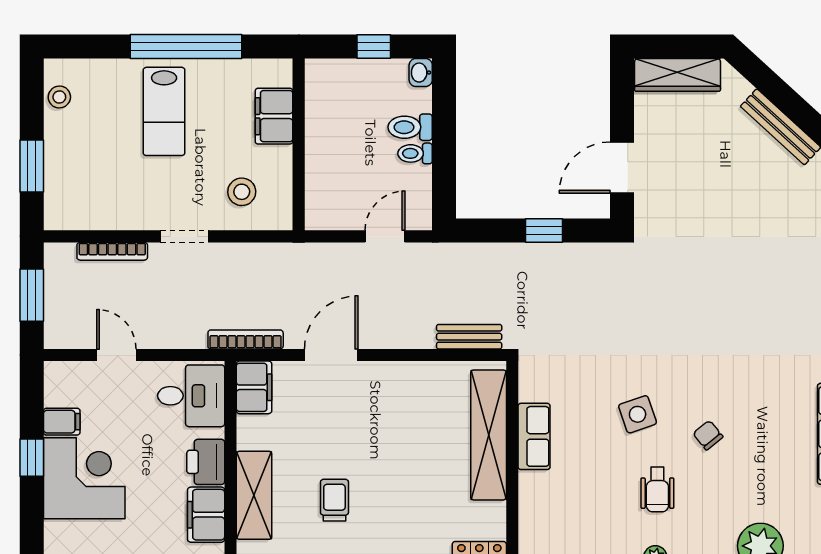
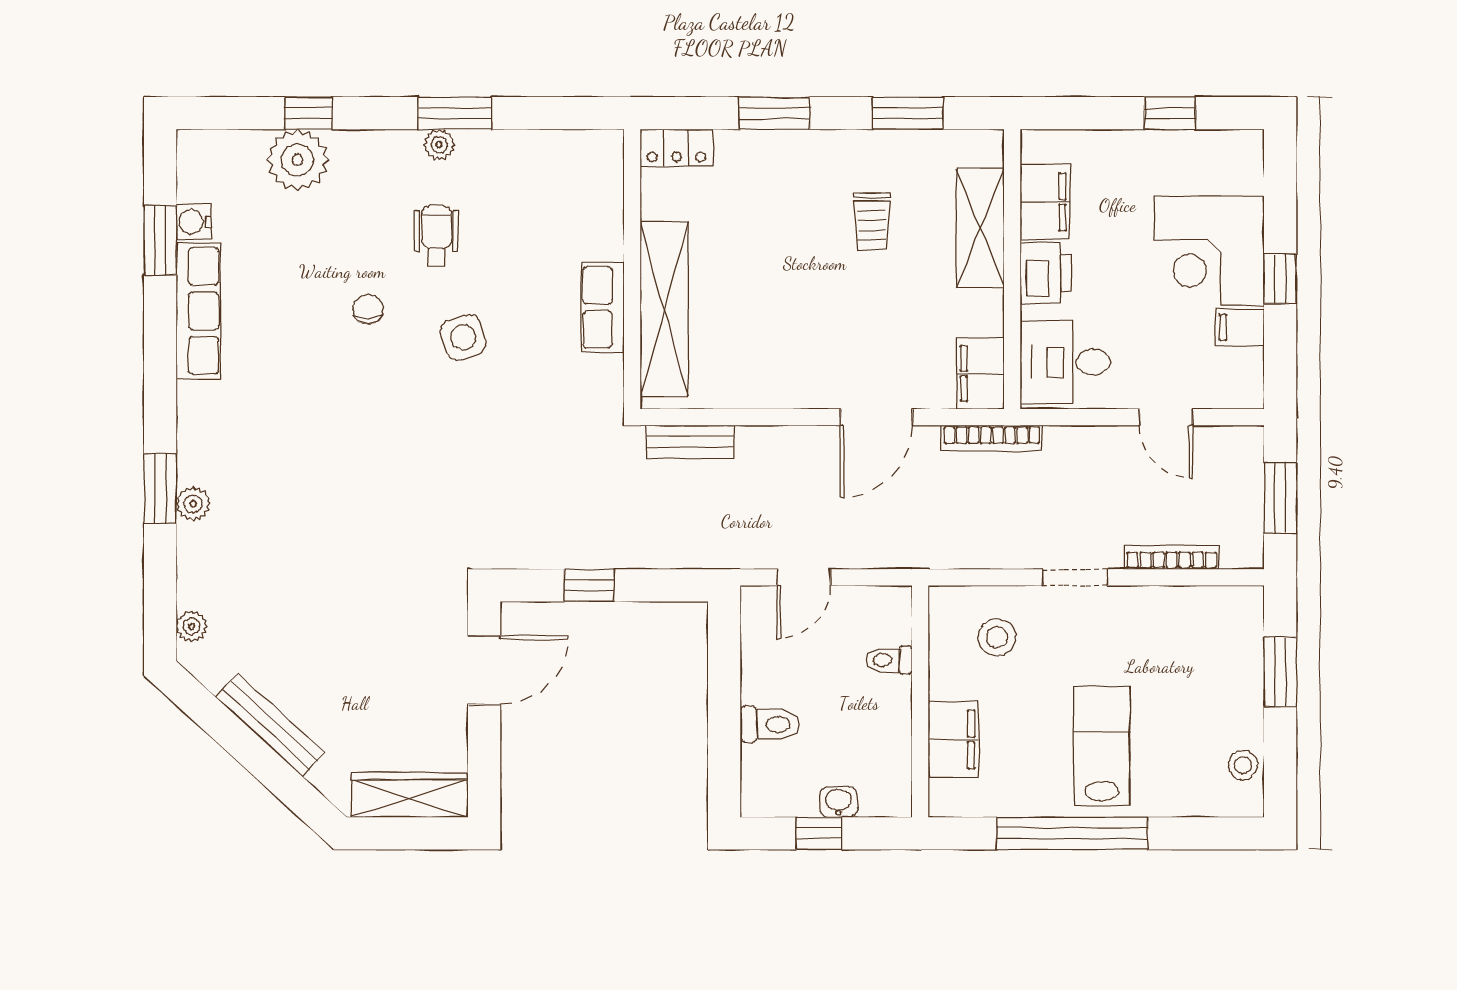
washbasin: (421, 73) -> (838, 802), moved, turned -90
toilet: (415, 153) -> (889, 660), moved, turned 180
chair: (708, 435) -> (368, 309), turned -141

